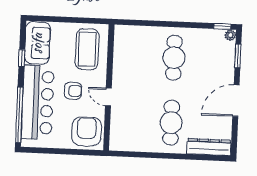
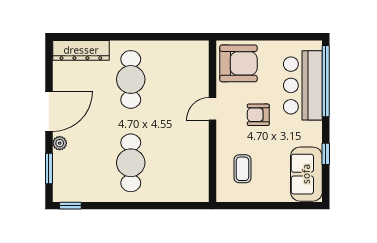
plant: (230, 35) -> (60, 143), moved
coffee table: (87, 49) -> (242, 169), width x0.54, depth x0.58
door: (108, 97) -> (213, 109), swing flipped
bar counter: (38, 102) -> (303, 85), width x0.73
armchair: (87, 132) -> (238, 63), turned -90

